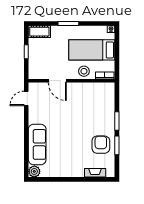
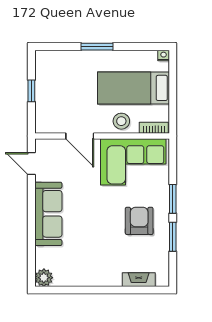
cot: (39, 32) -> (52, 59), removed
corner sofa: (92, 97) -> (133, 162), added
door: (26, 98) -> (31, 164), hinge flipped
sofa: (37, 144) -> (48, 214), moved
armchair: (101, 145) -> (139, 221), moved

